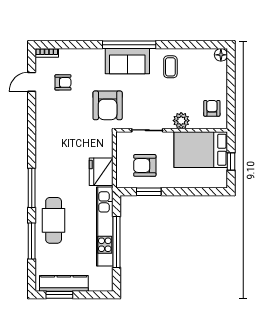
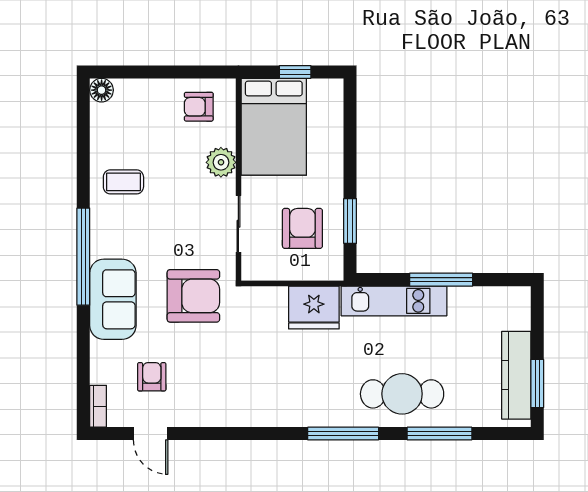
sofa: (127, 61) -> (113, 299), moved
armchair: (145, 165) -> (302, 228), turned 180
kitchen unit: (105, 227) -> (394, 301), width x0.73
window: (117, 242) -> (441, 280), width x0.68

